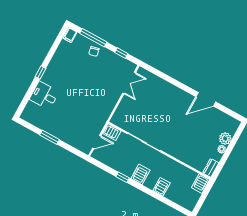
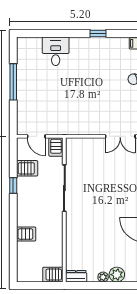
window: (41, 72) -> (98, 34), moved
window: (49, 137) -> (13, 82), width x1.44
server rack: (140, 174) -> (27, 168), moved

